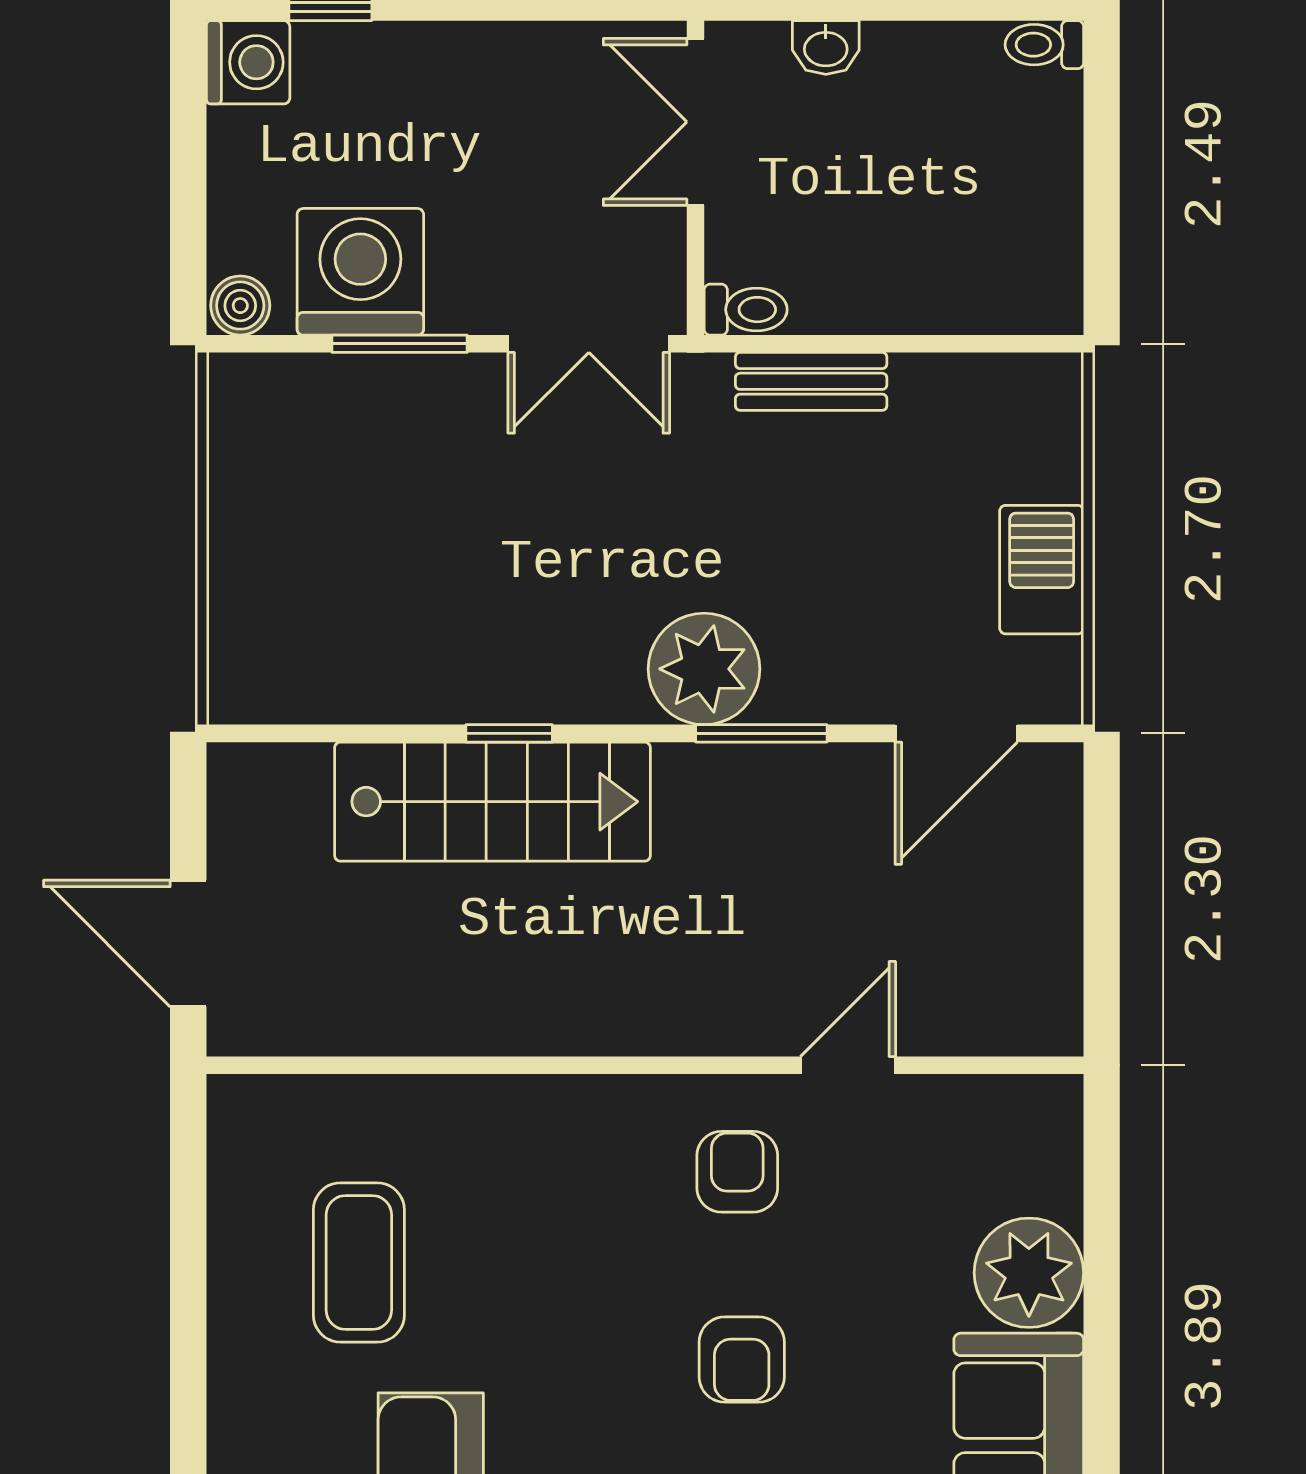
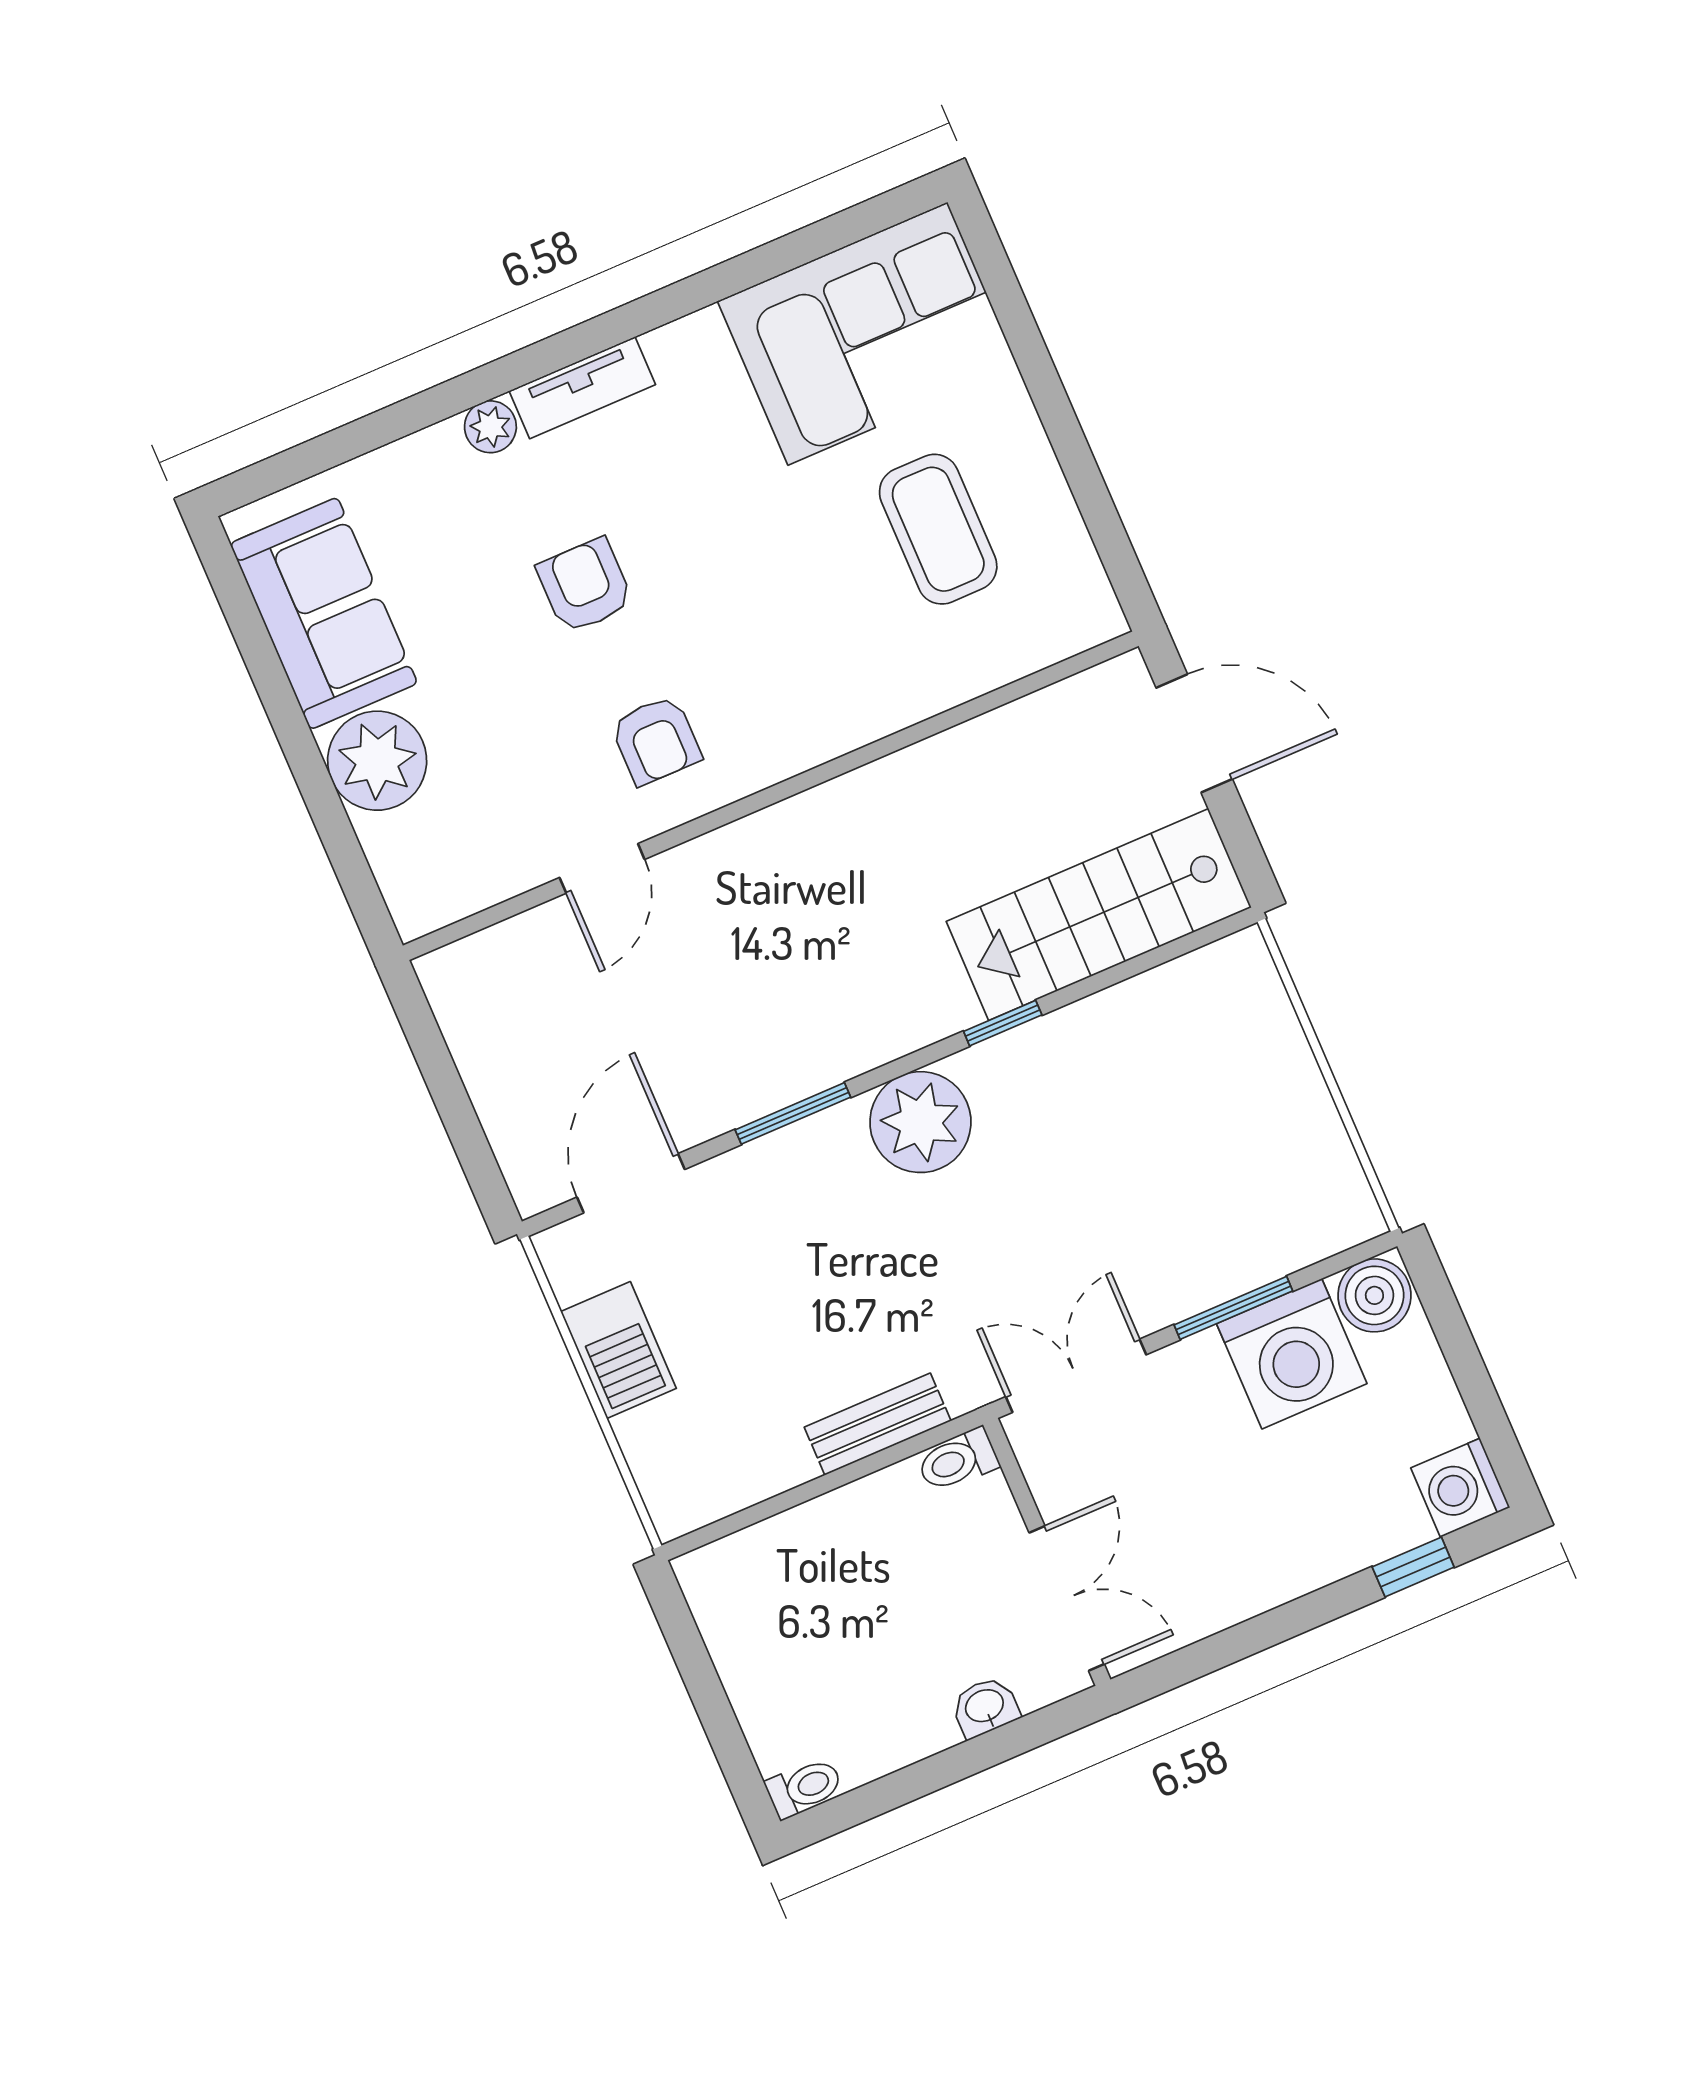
boiler: (240, 306) -> (1374, 1295), width x1.36, depth x1.36
plant: (704, 669) -> (920, 1122), moved
stairs: (493, 802) -> (1099, 914), moved

